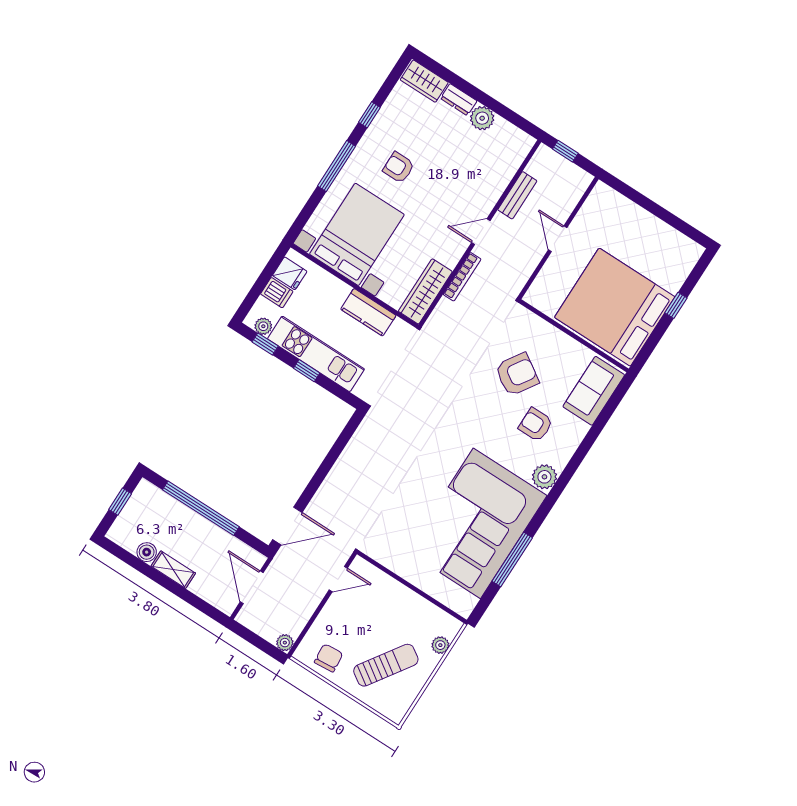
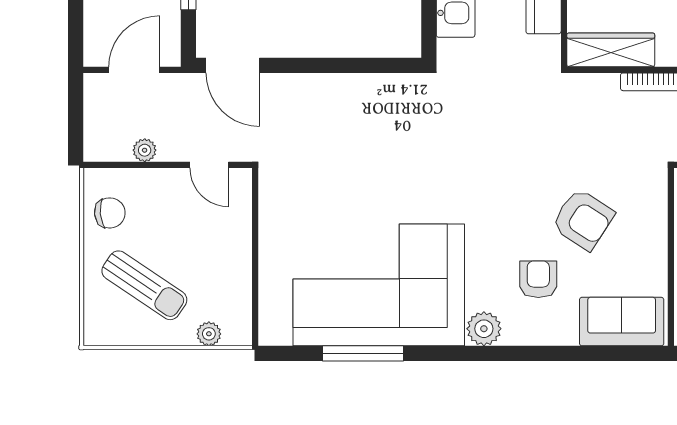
plant: (285, 643) -> (145, 150), moved

